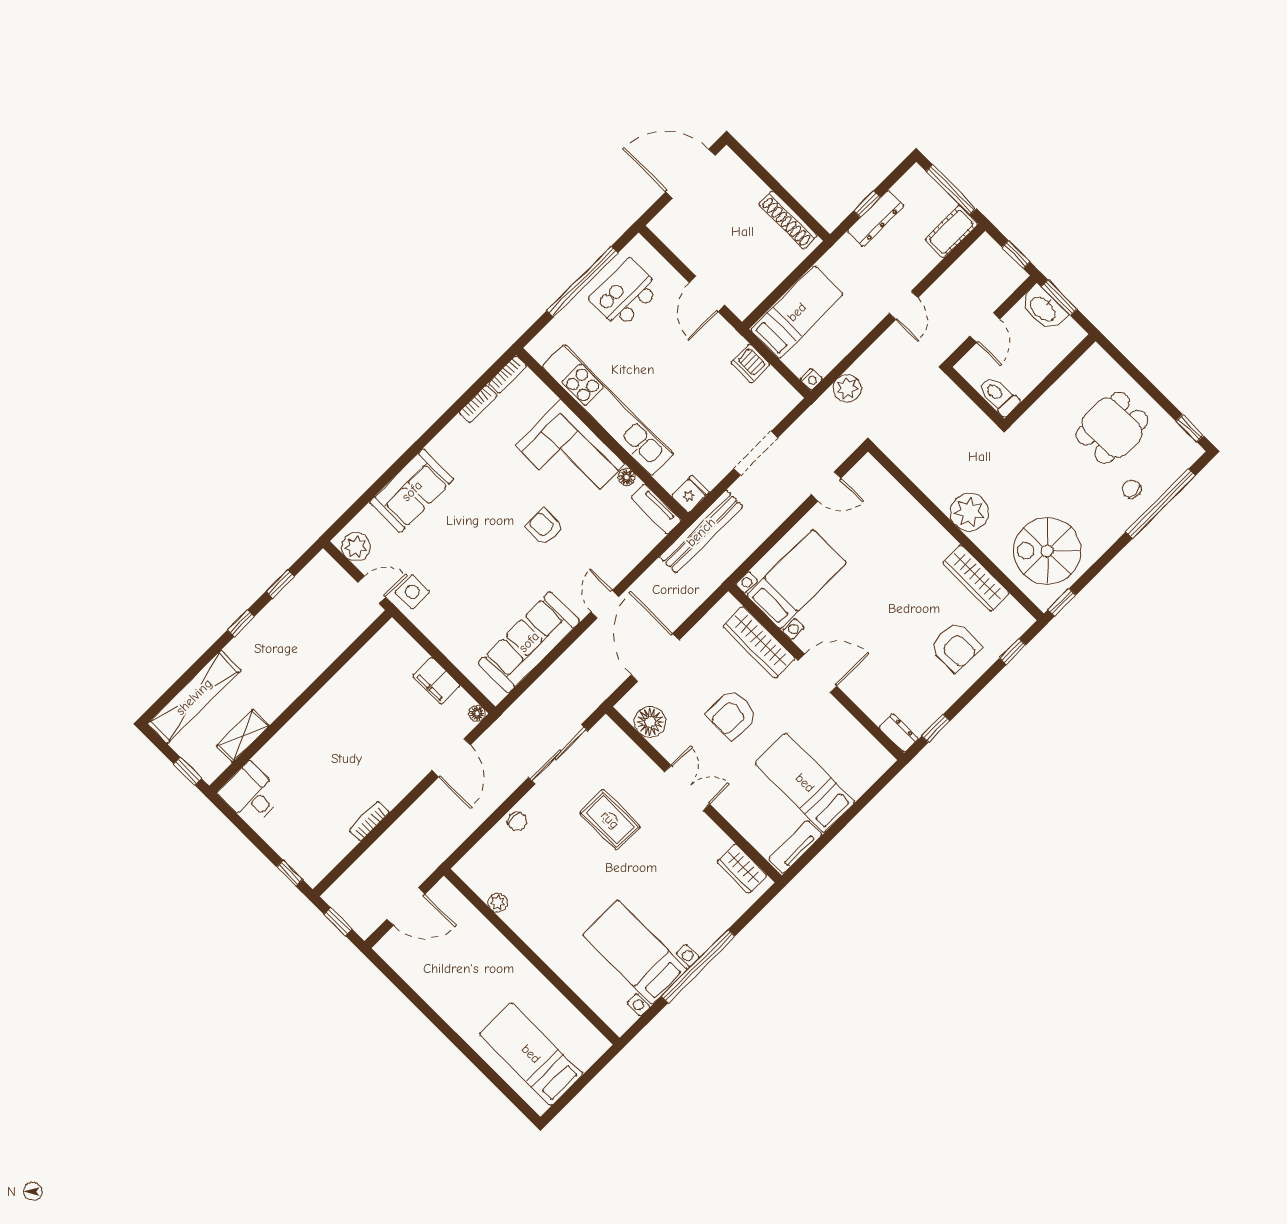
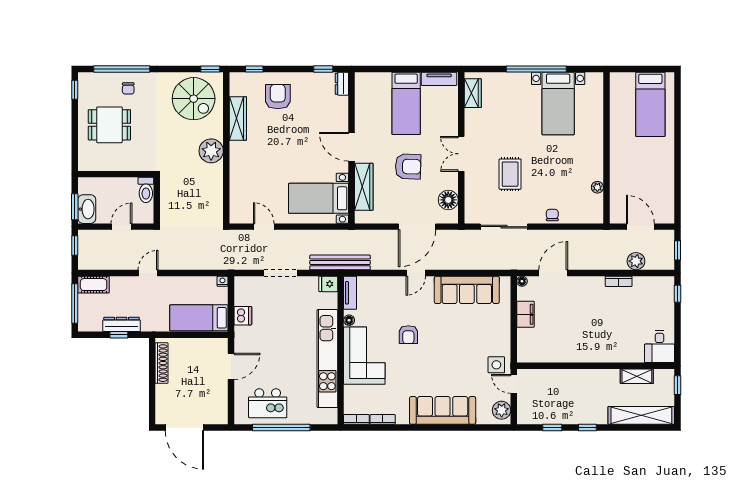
plant: (847, 388) -> (636, 261), moved
sofa: (412, 491) -> (443, 410), width x1.36

